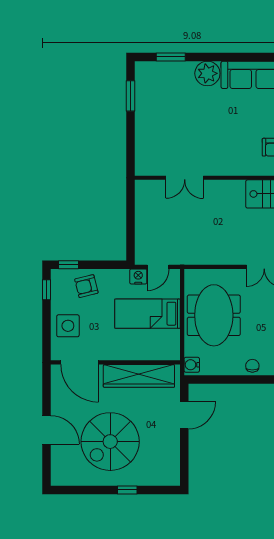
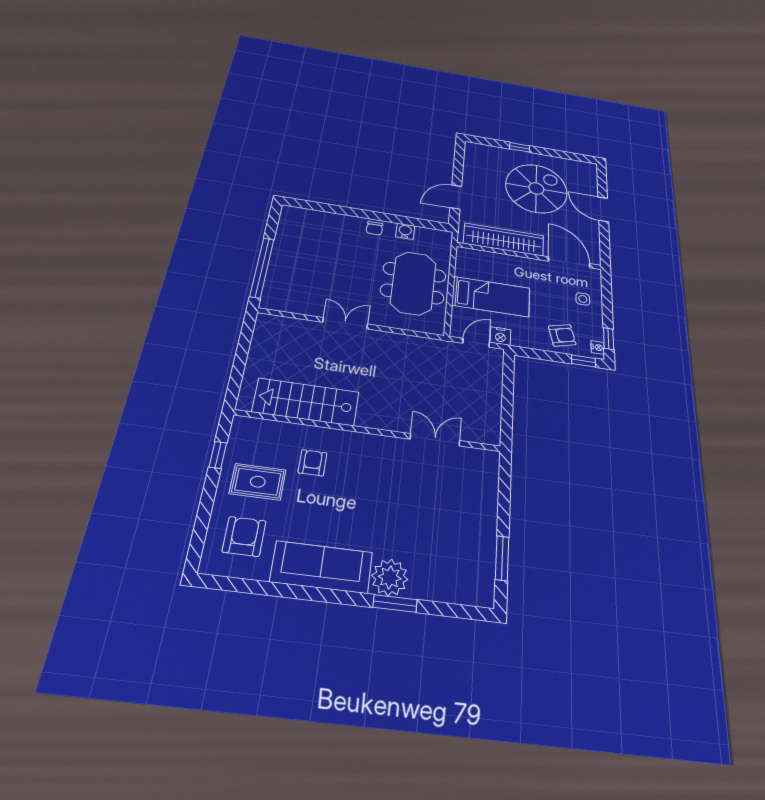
window: (171, 57) -> (395, 604), moved
nightstand: (56, 280) -> (598, 347), added
side table: (68, 326) -> (583, 299), width x0.54, depth x0.54
water cooler: (192, 365) -> (405, 231), moved, turned -90

